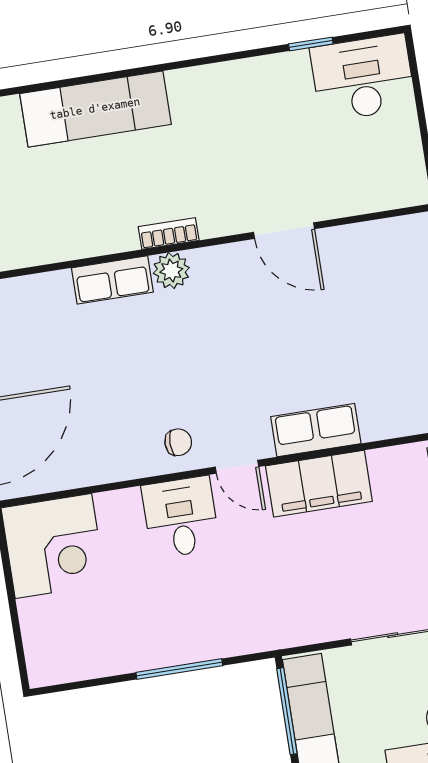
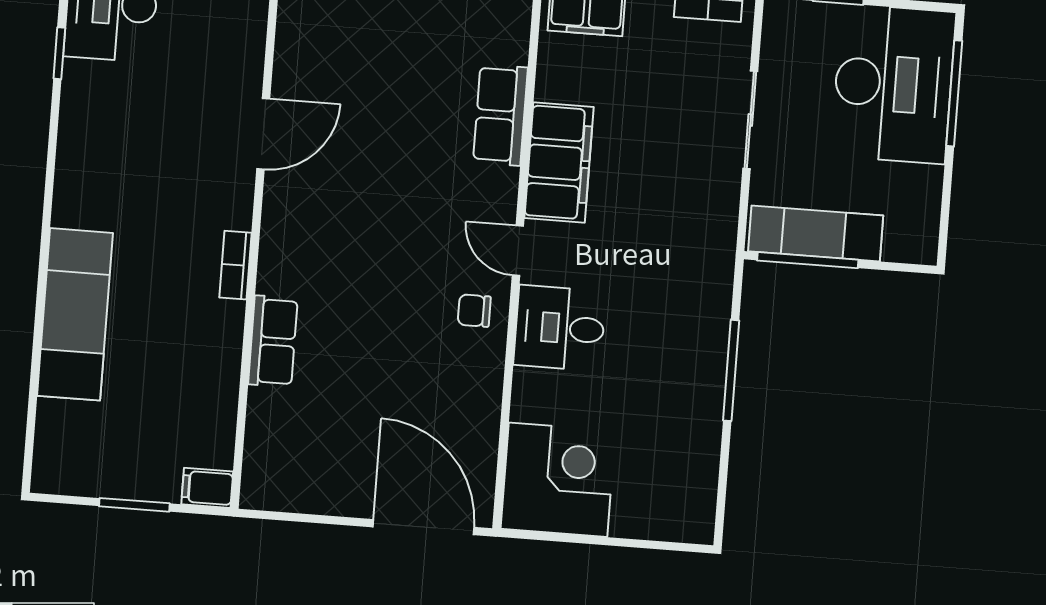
plant: (171, 271) -> (278, 272), removed
row of seats: (316, 430) -> (500, 115), moved
chair: (178, 442) -> (474, 311), turned -90
door: (237, 467) -> (518, 251), swing flipped

